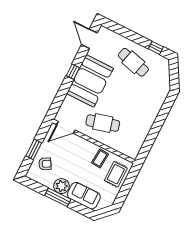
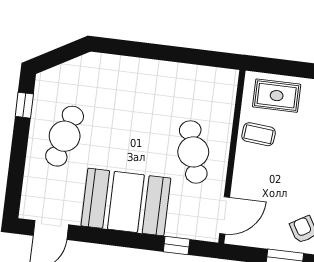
window: (73, 72) -> (177, 246), moved
door: (66, 127) -> (225, 215), hinge flipped

